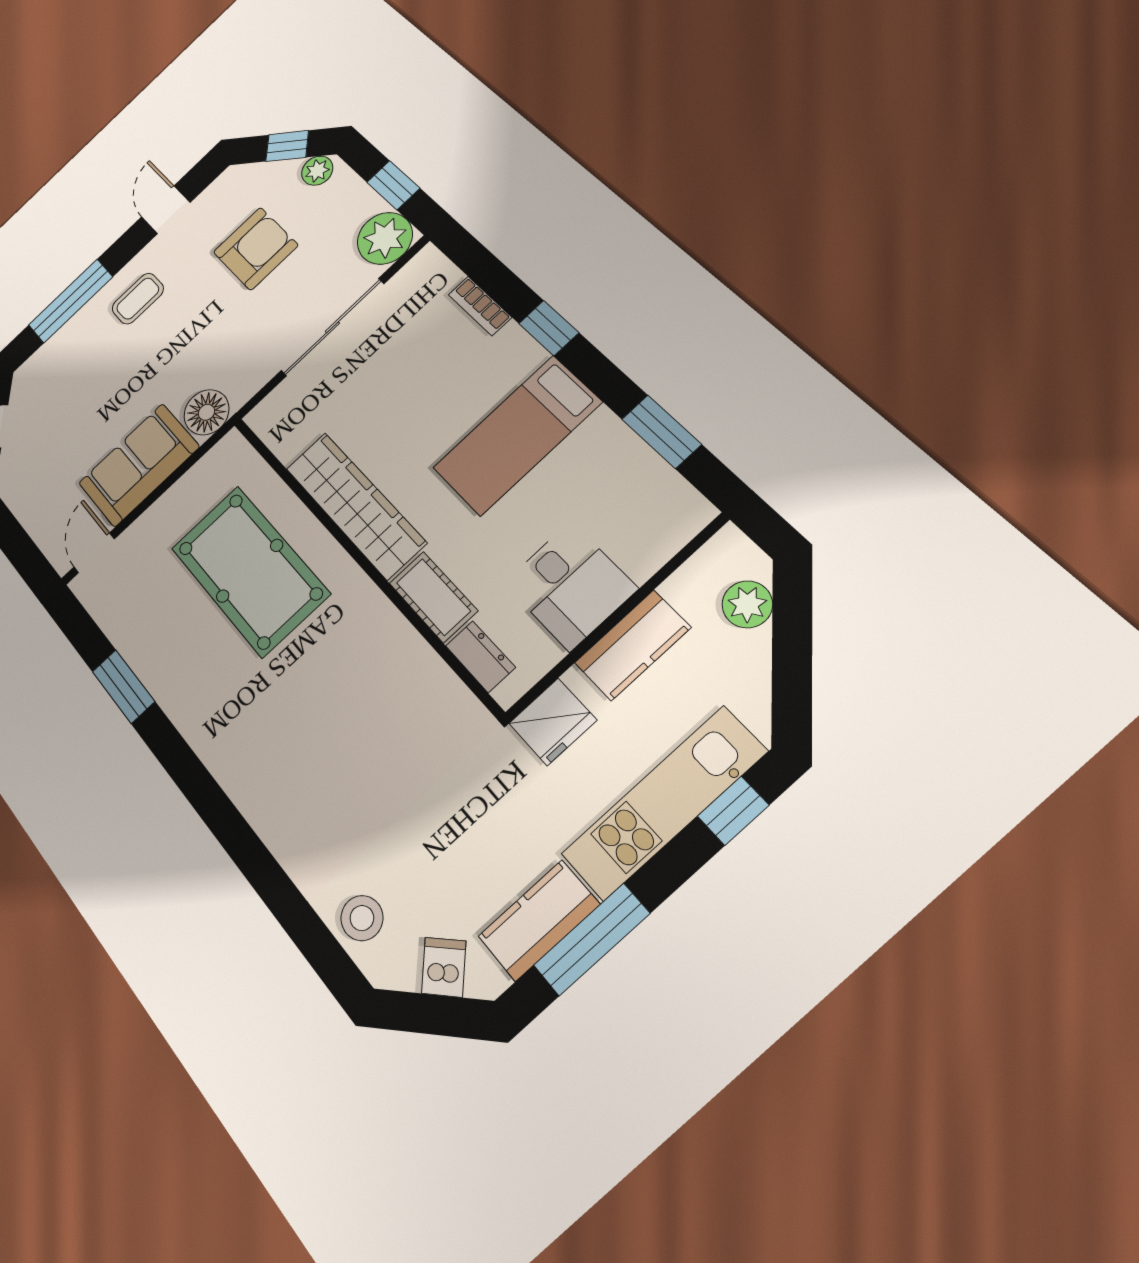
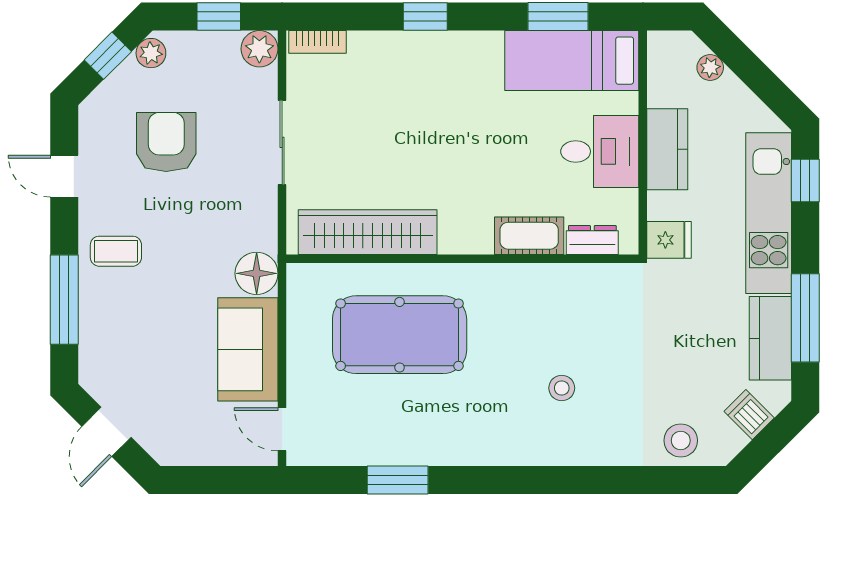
plant: (385, 238) -> (259, 49), width x0.73, depth x0.73
coffee table: (138, 299) -> (116, 251), turned 90
bookcase: (480, 306) -> (317, 42), moved
sliding door: (332, 327) -> (282, 142), width x0.73
bed: (517, 435) -> (572, 61), moved, turned 90
wardrobe: (355, 505) -> (368, 232), moved
plant: (747, 604) -> (710, 67), width x0.73, depth x0.73
fridge: (553, 722) -> (669, 240), width x0.72
stool: (319, 756) -> (562, 388), added

